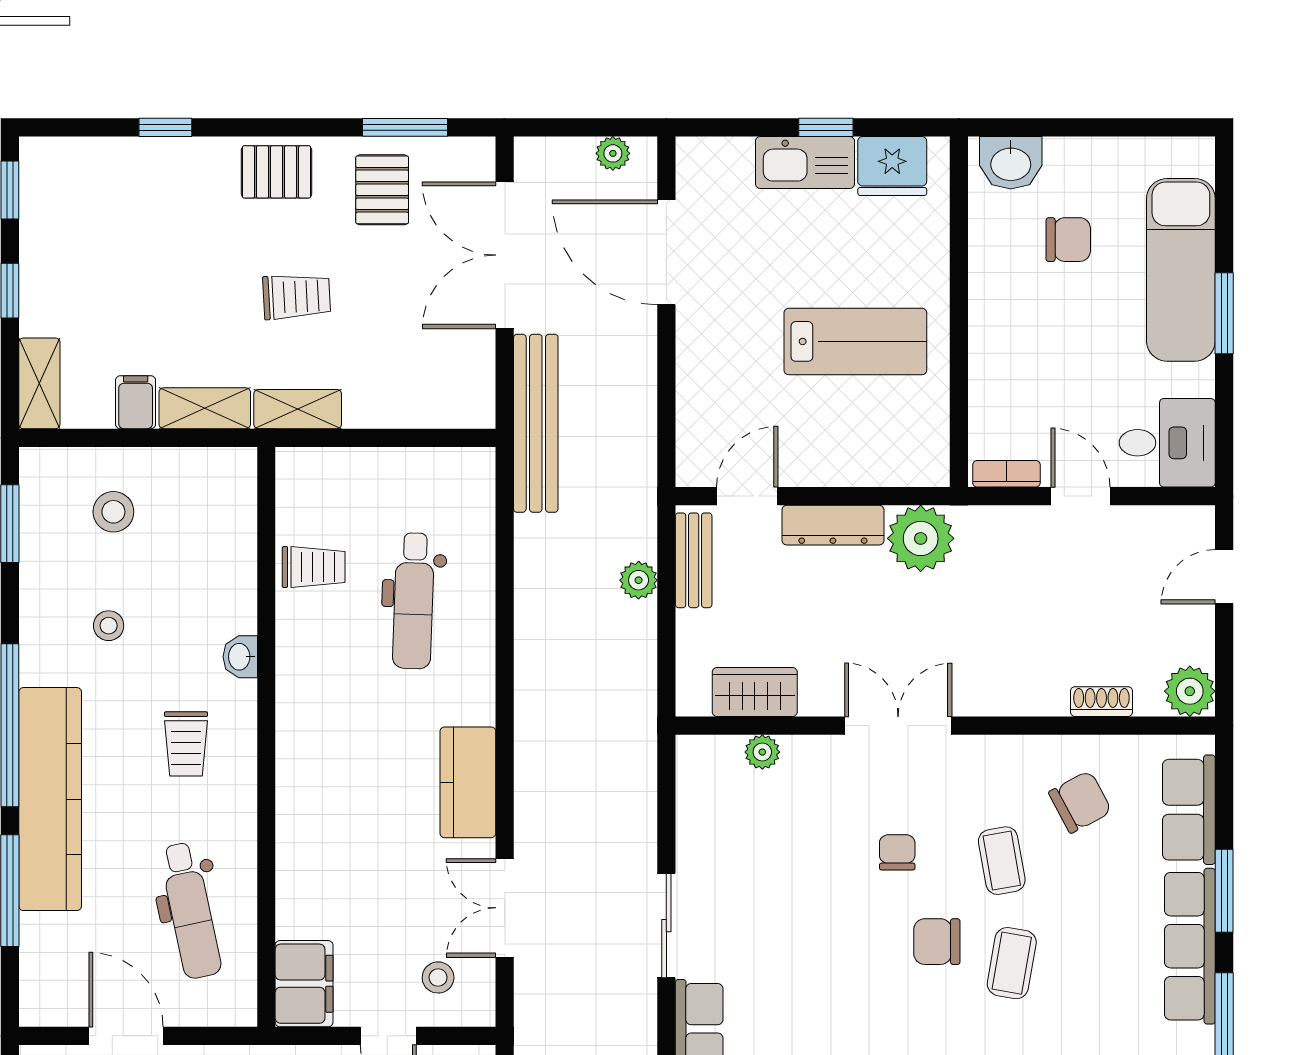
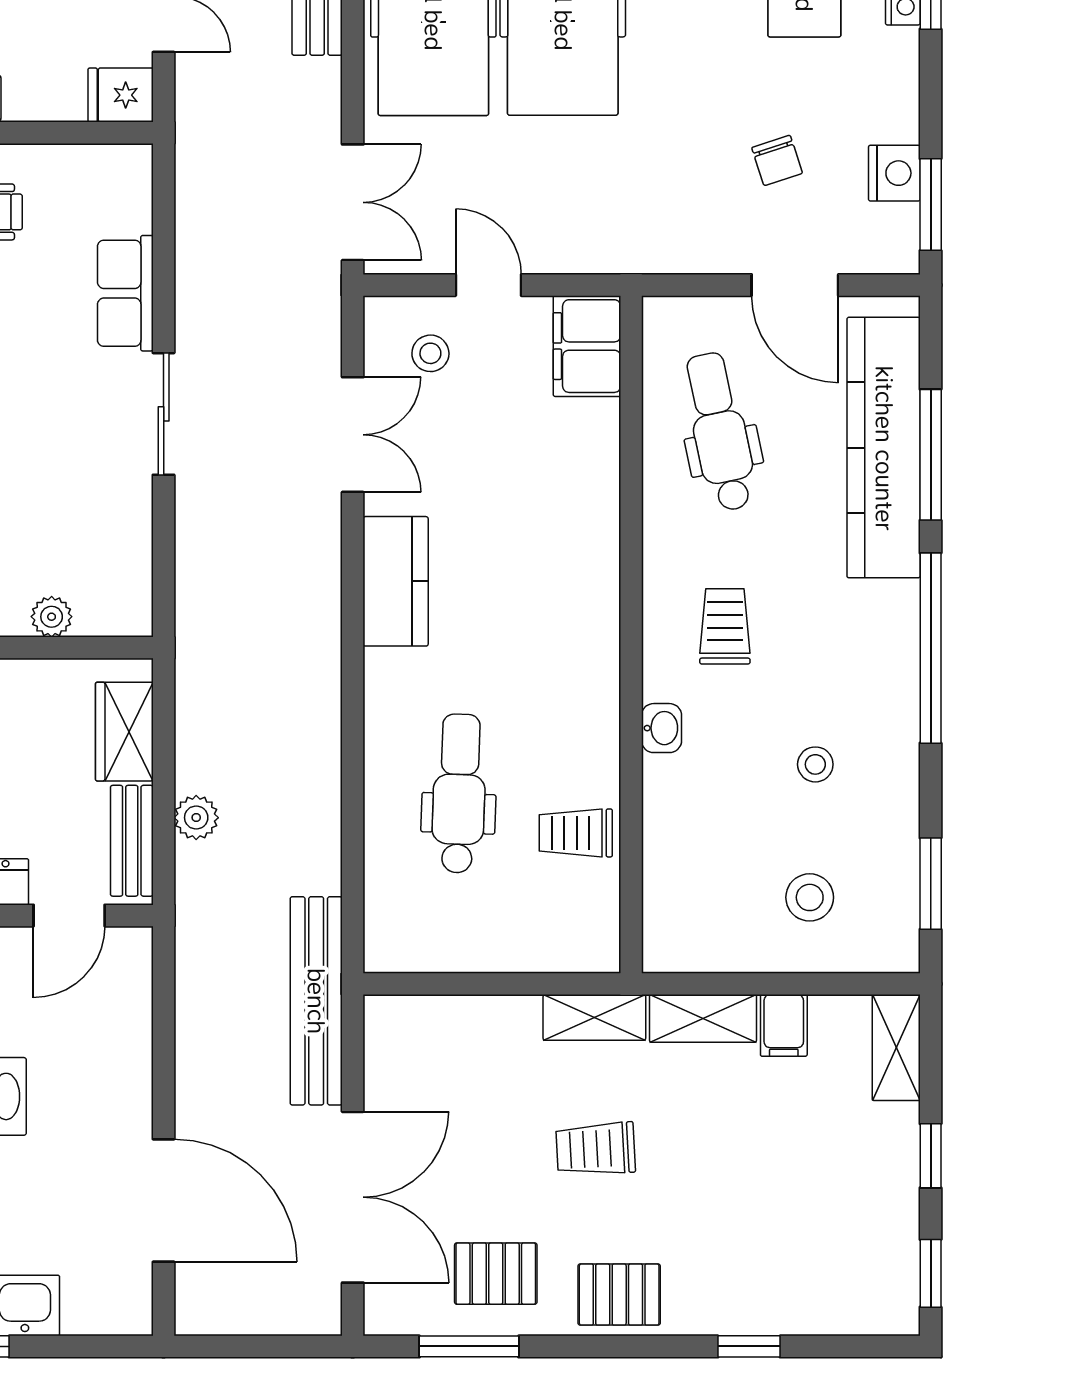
plant: (613, 153) -> (226, 1316), removed
pallet: (382, 190) -> (496, 1274), turned 90
wardrobe: (755, 692) -> (124, 732), moved, turned 90
kitchen counter: (50, 799) -> (884, 448), moved

